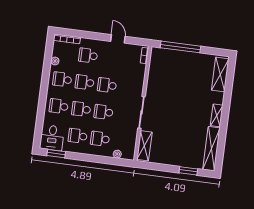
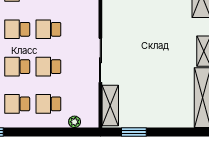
window: (188, 171) -> (134, 132), moved

